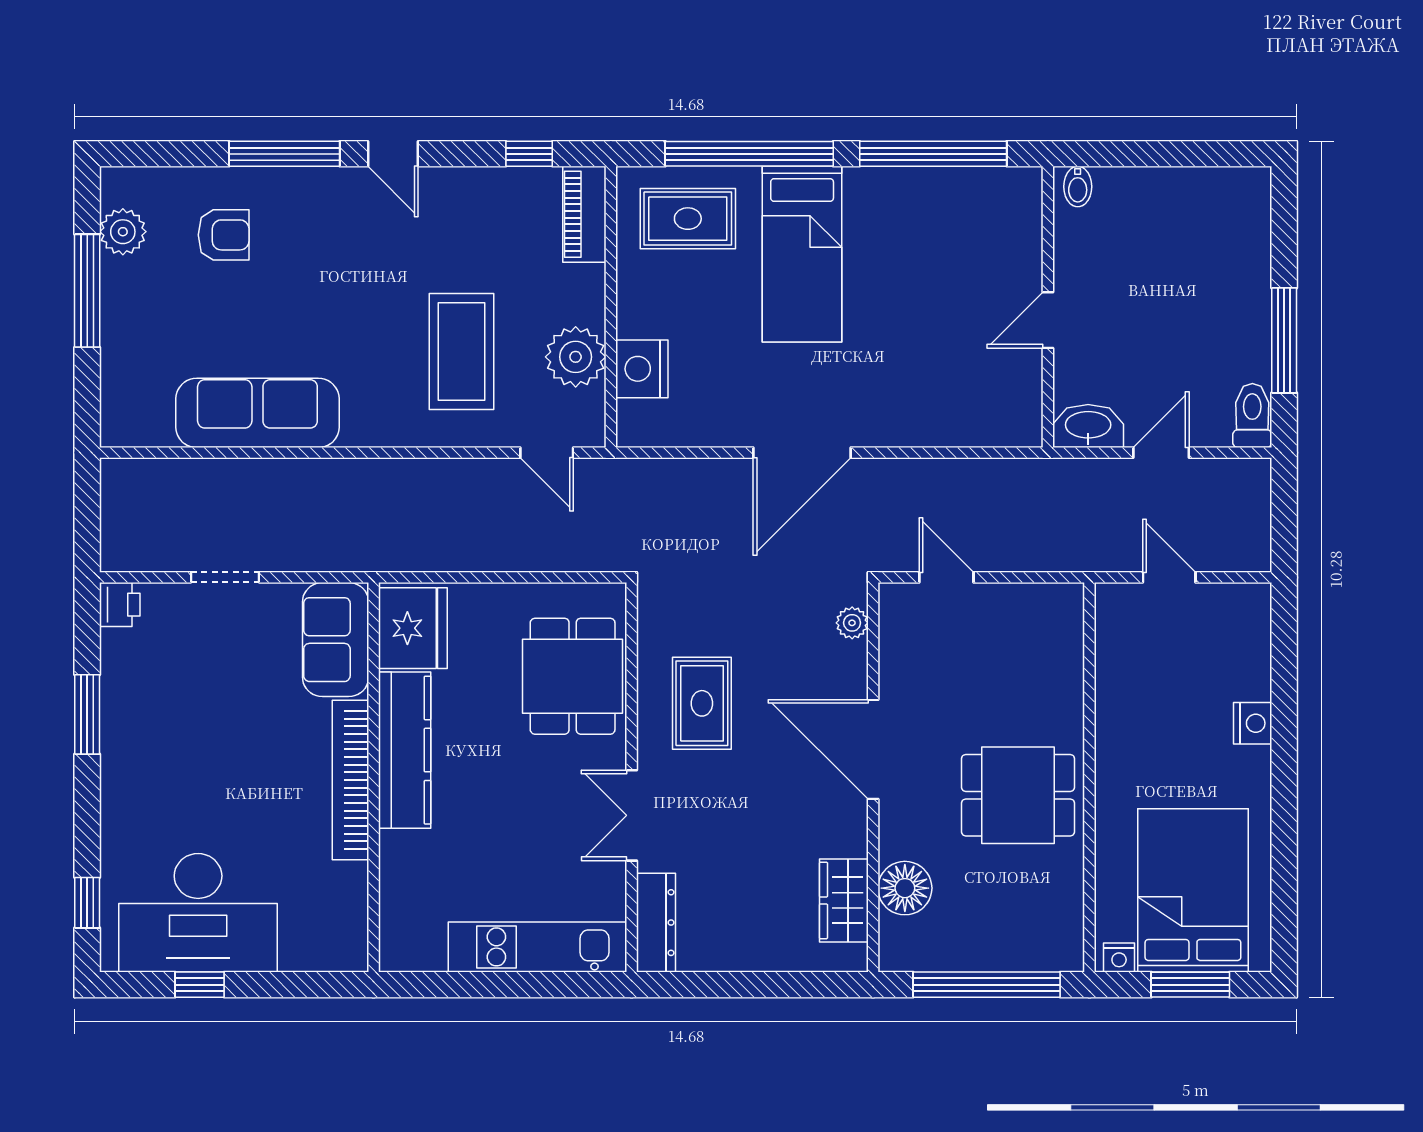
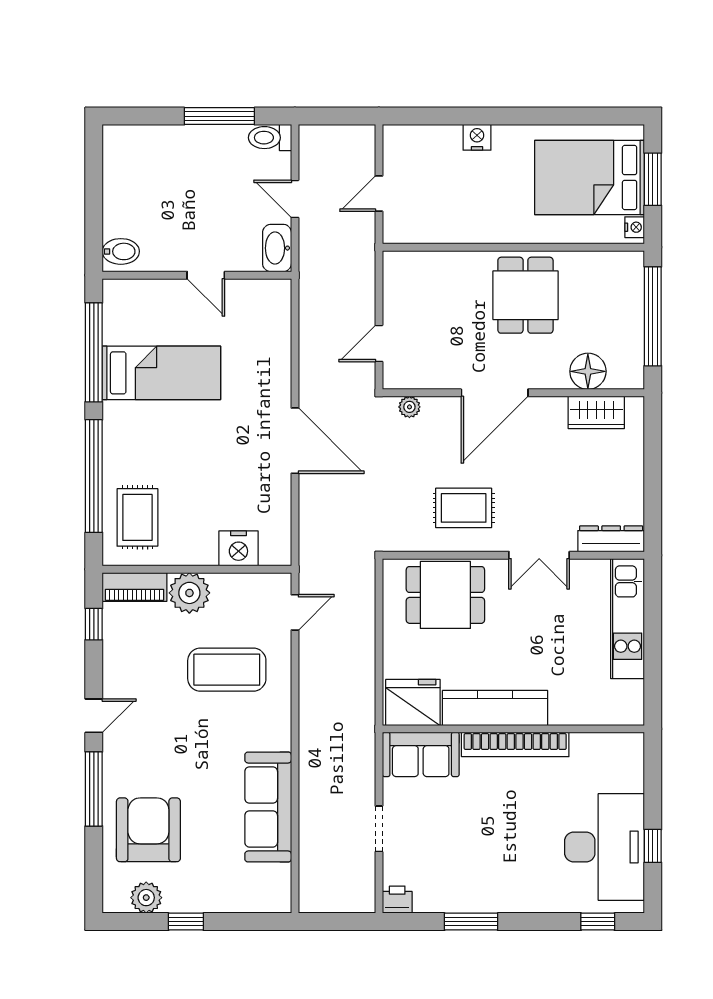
bidet: (1078, 187) -> (121, 251), width x1.38, depth x1.36
armchair: (224, 235) -> (148, 830), width x1.88, depth x1.88
bed: (802, 254) -> (161, 373), moved
window: (87, 291) -> (186, 922), width x0.46
plant: (576, 357) -> (189, 593), moved

